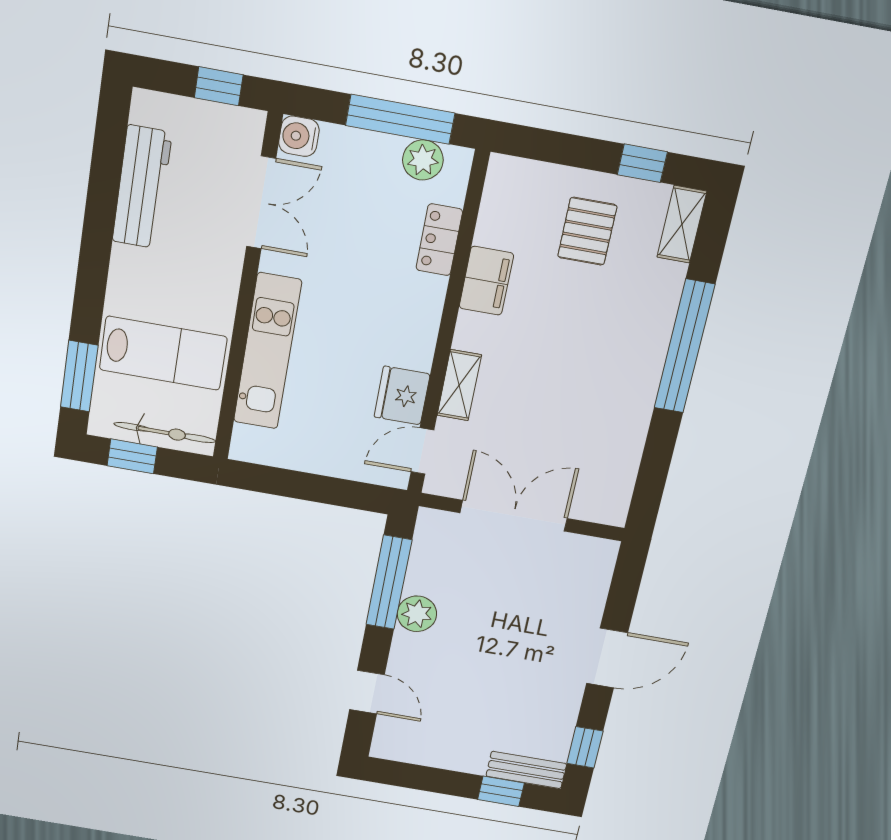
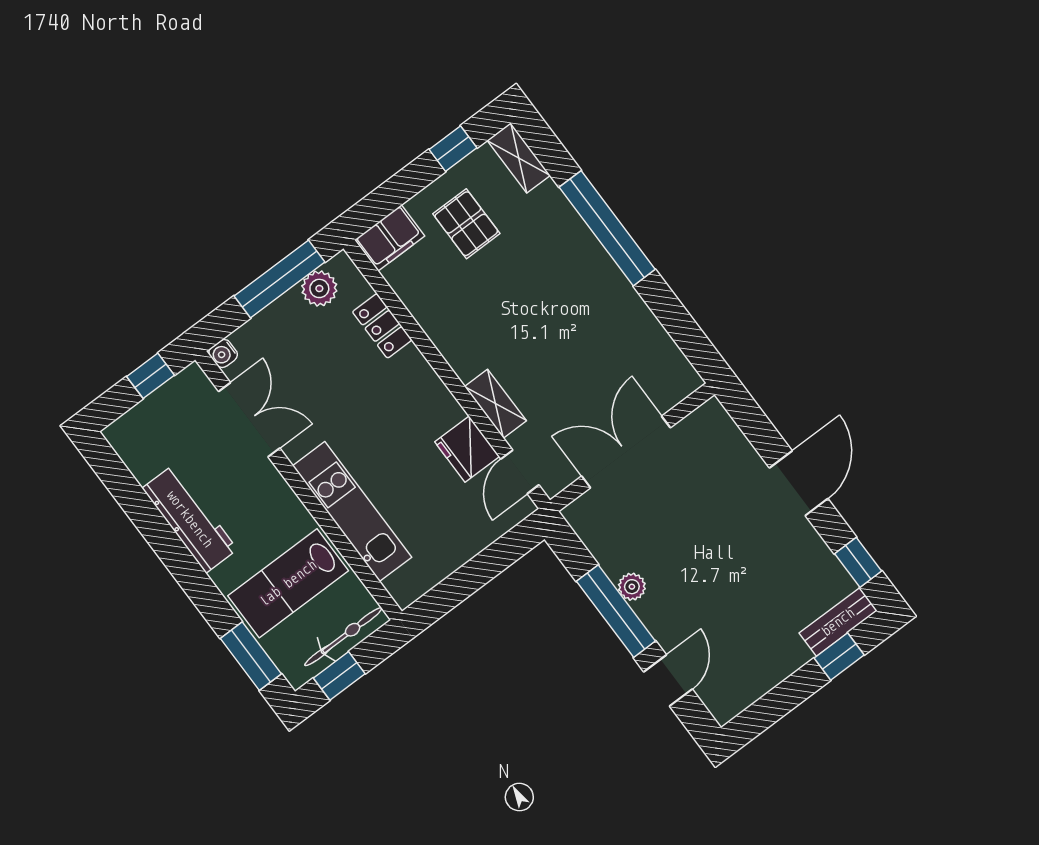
water cooler: (299, 136) -> (223, 354), width x0.72, depth x0.72
workbench: (142, 187) -> (190, 519), moved
filing cabinet: (486, 281) -> (390, 238), moved, turned 90
lab bench: (163, 353) -> (288, 583), turned 180
window: (389, 582) -> (616, 611), moved
plant: (417, 614) -> (632, 587), width x0.73, depth x0.73
door: (367, 692) -> (668, 680), hinge flipped

